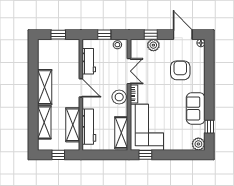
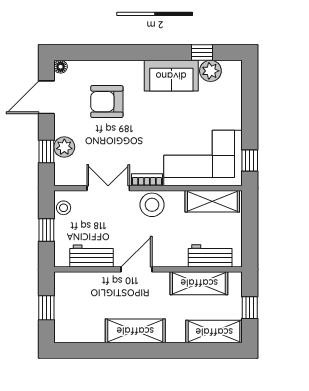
shelving: (44, 122) -> (214, 332), moved
workbench: (89, 127) -> (210, 256), width x0.73
plant: (198, 144) -> (210, 71), moved

